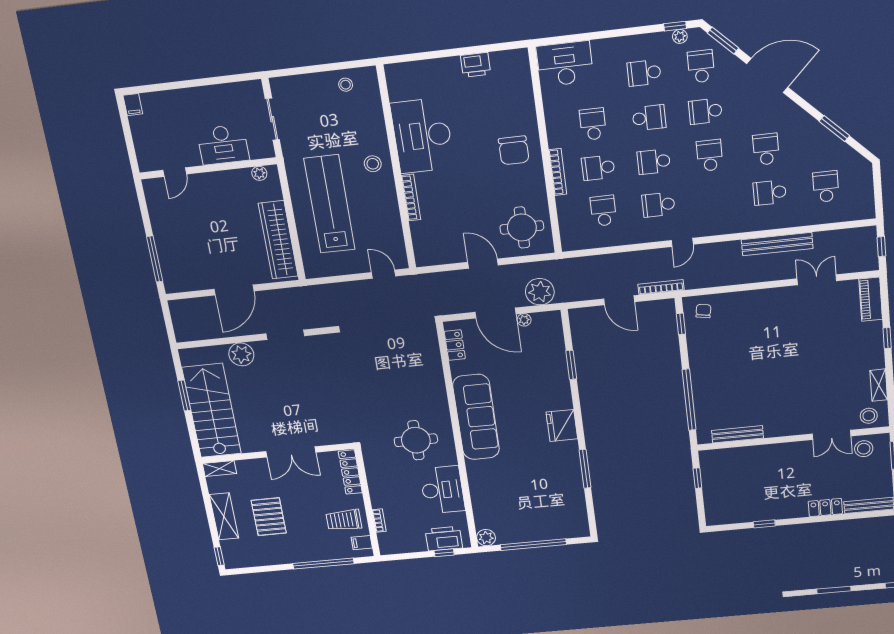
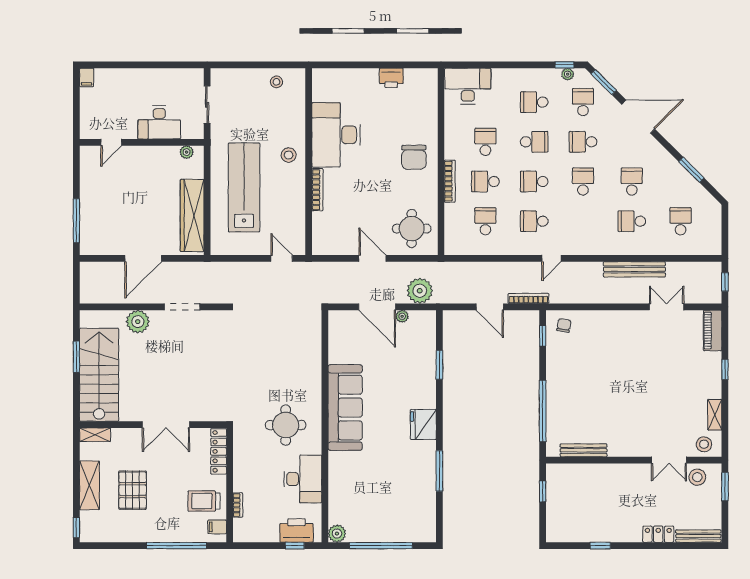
locker: (455, 345) -> (336, 334), removed

